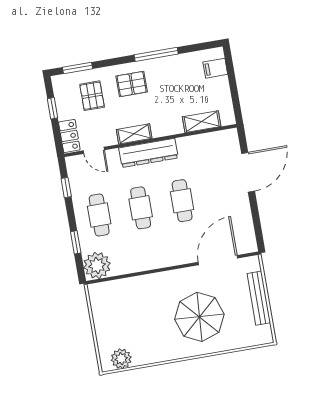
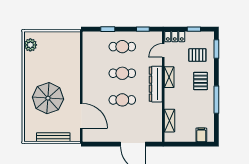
plant: (97, 265) -> (91, 40), removed

